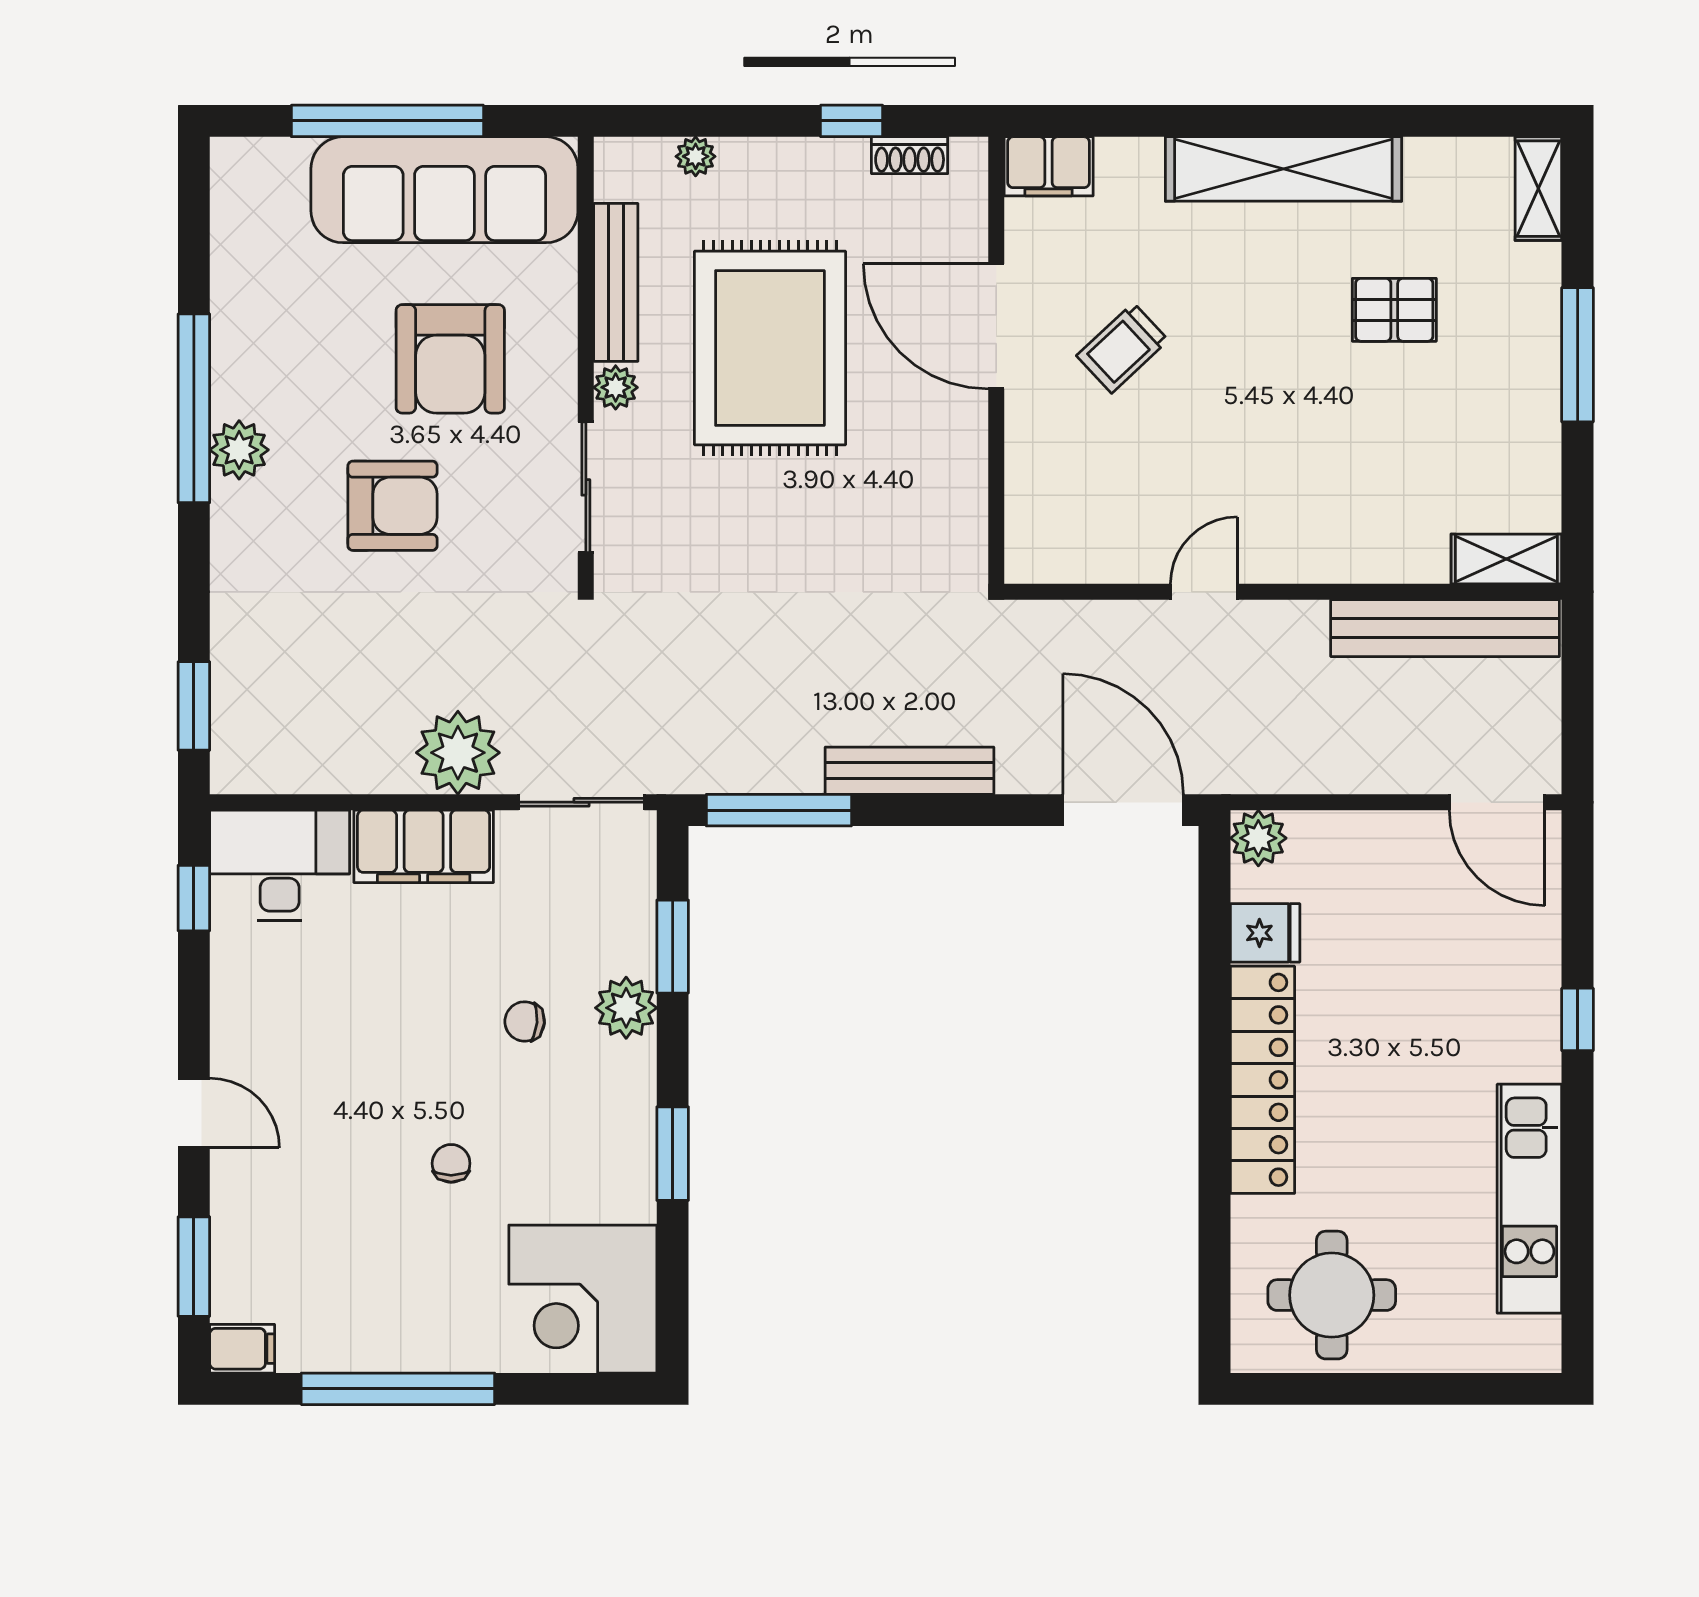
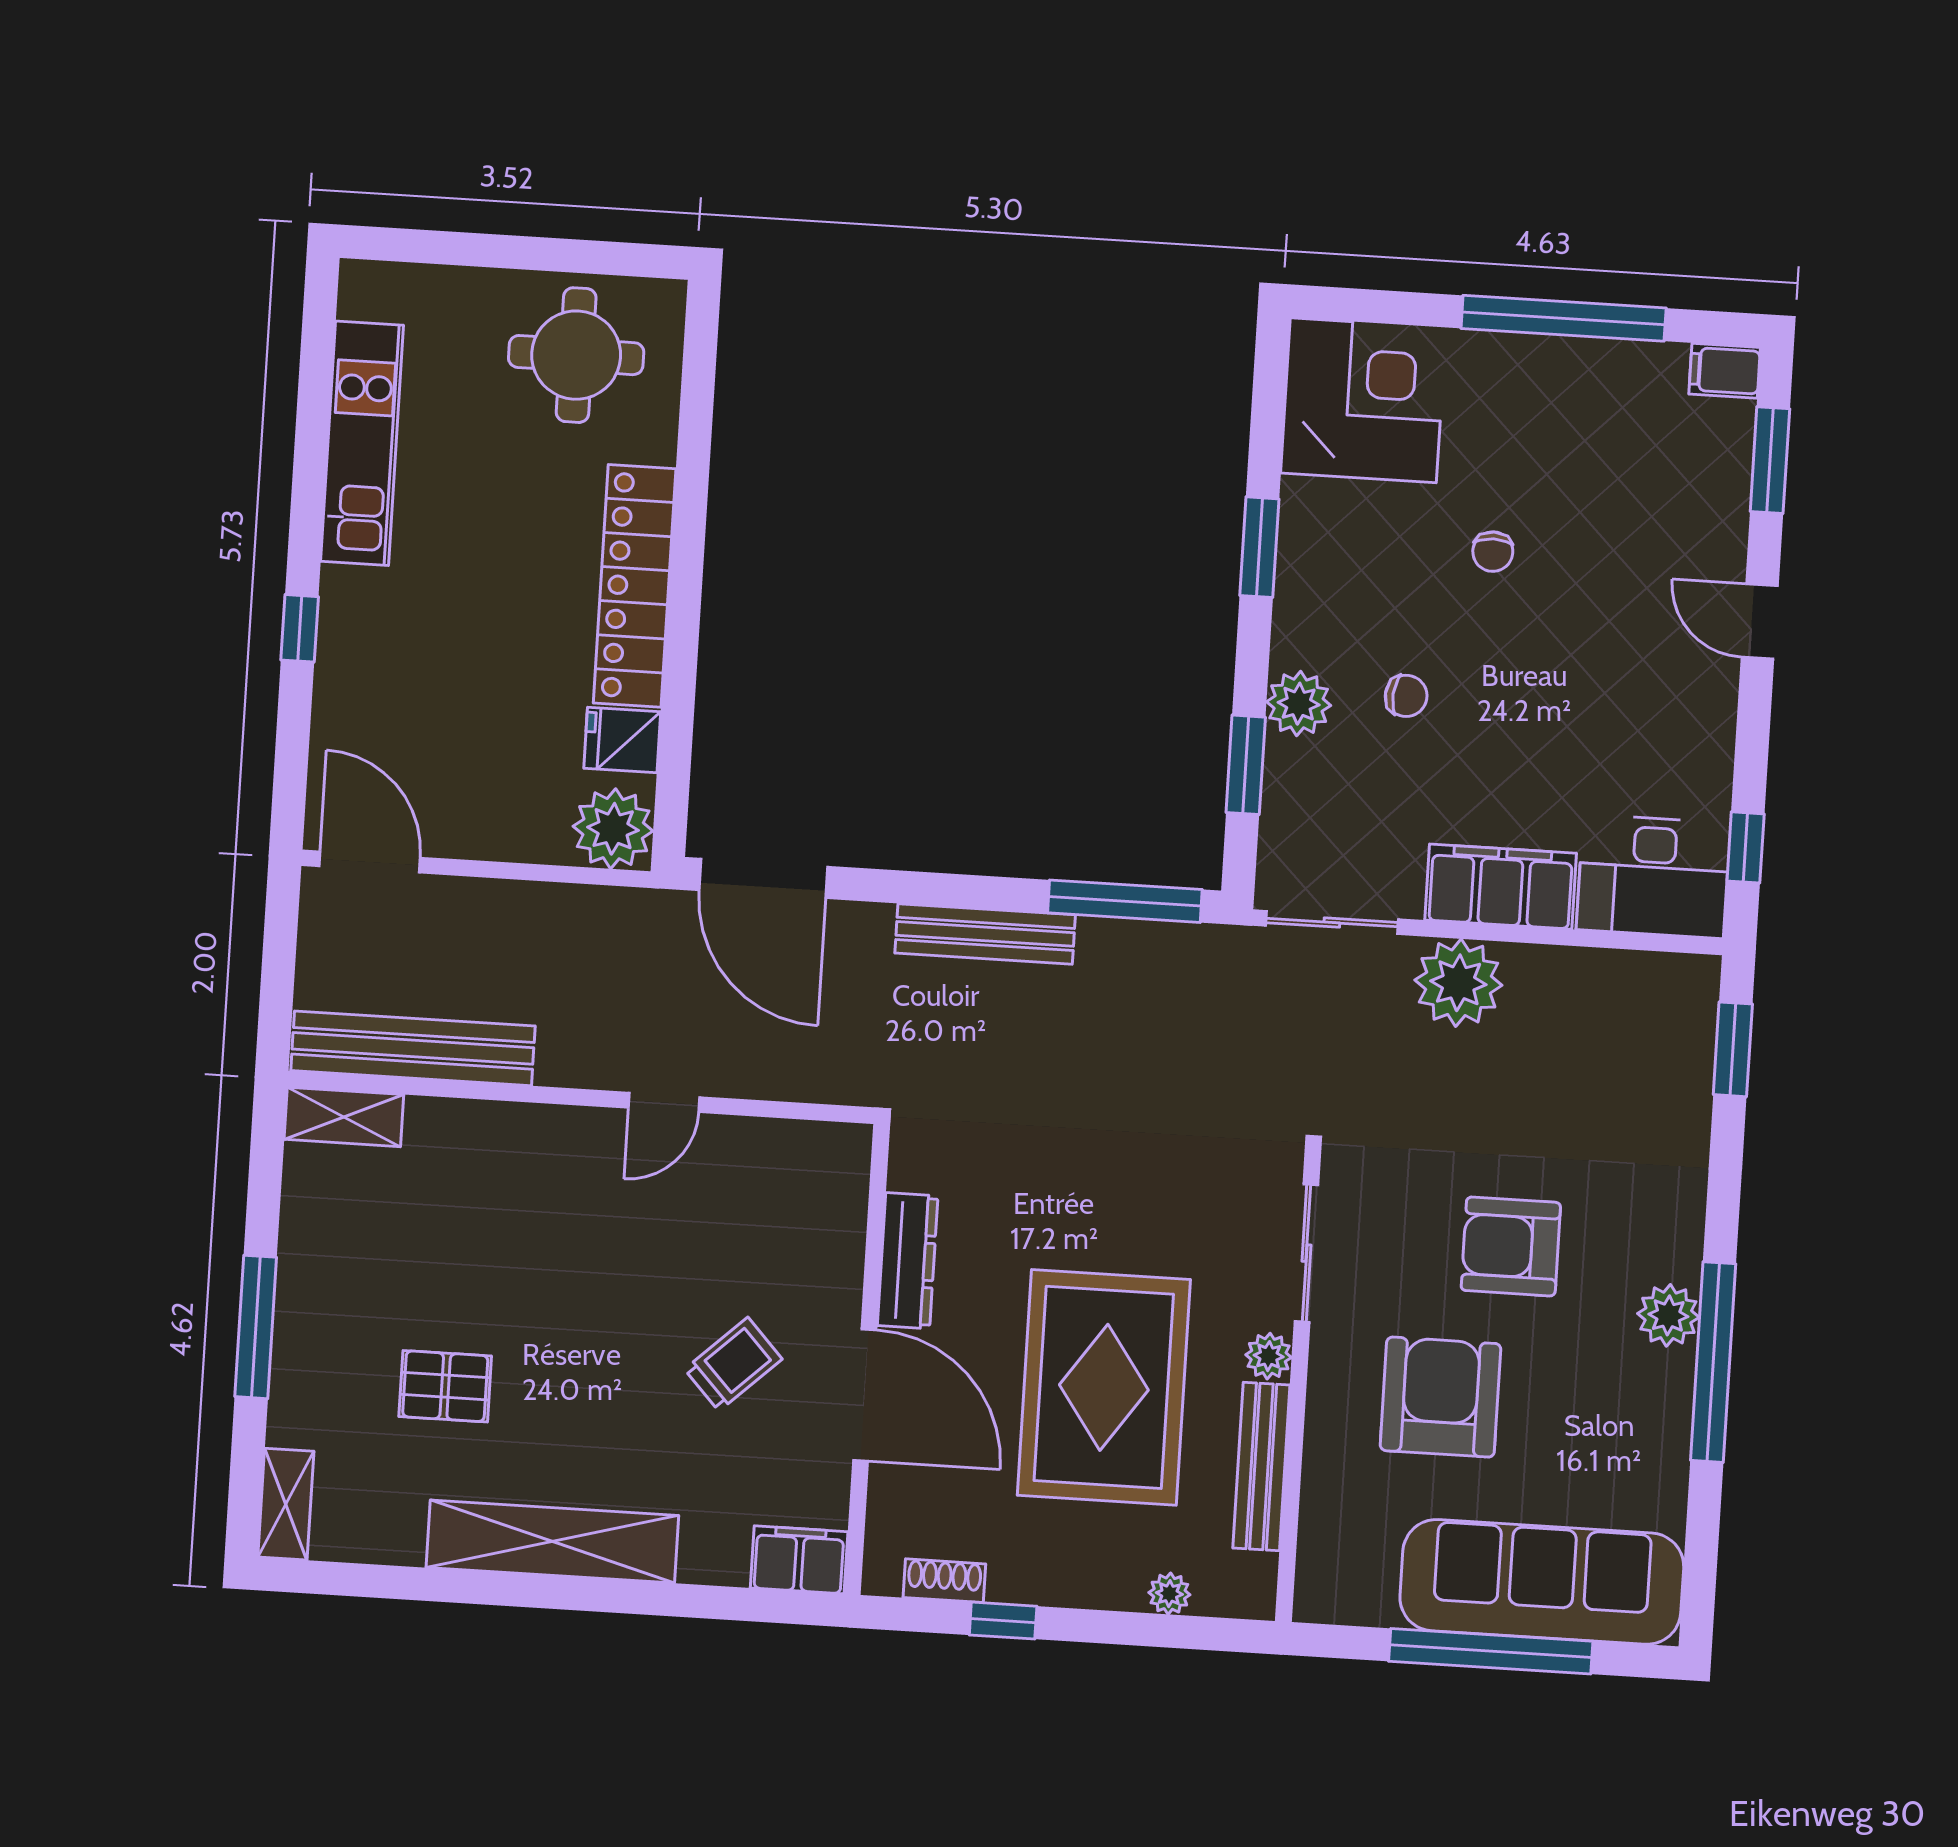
sofa: (444, 190) -> (1542, 1582), moved
dresser: (963, 456) -> (908, 1261), added
plant: (1258, 838) -> (613, 829), width x1.36, depth x1.36

